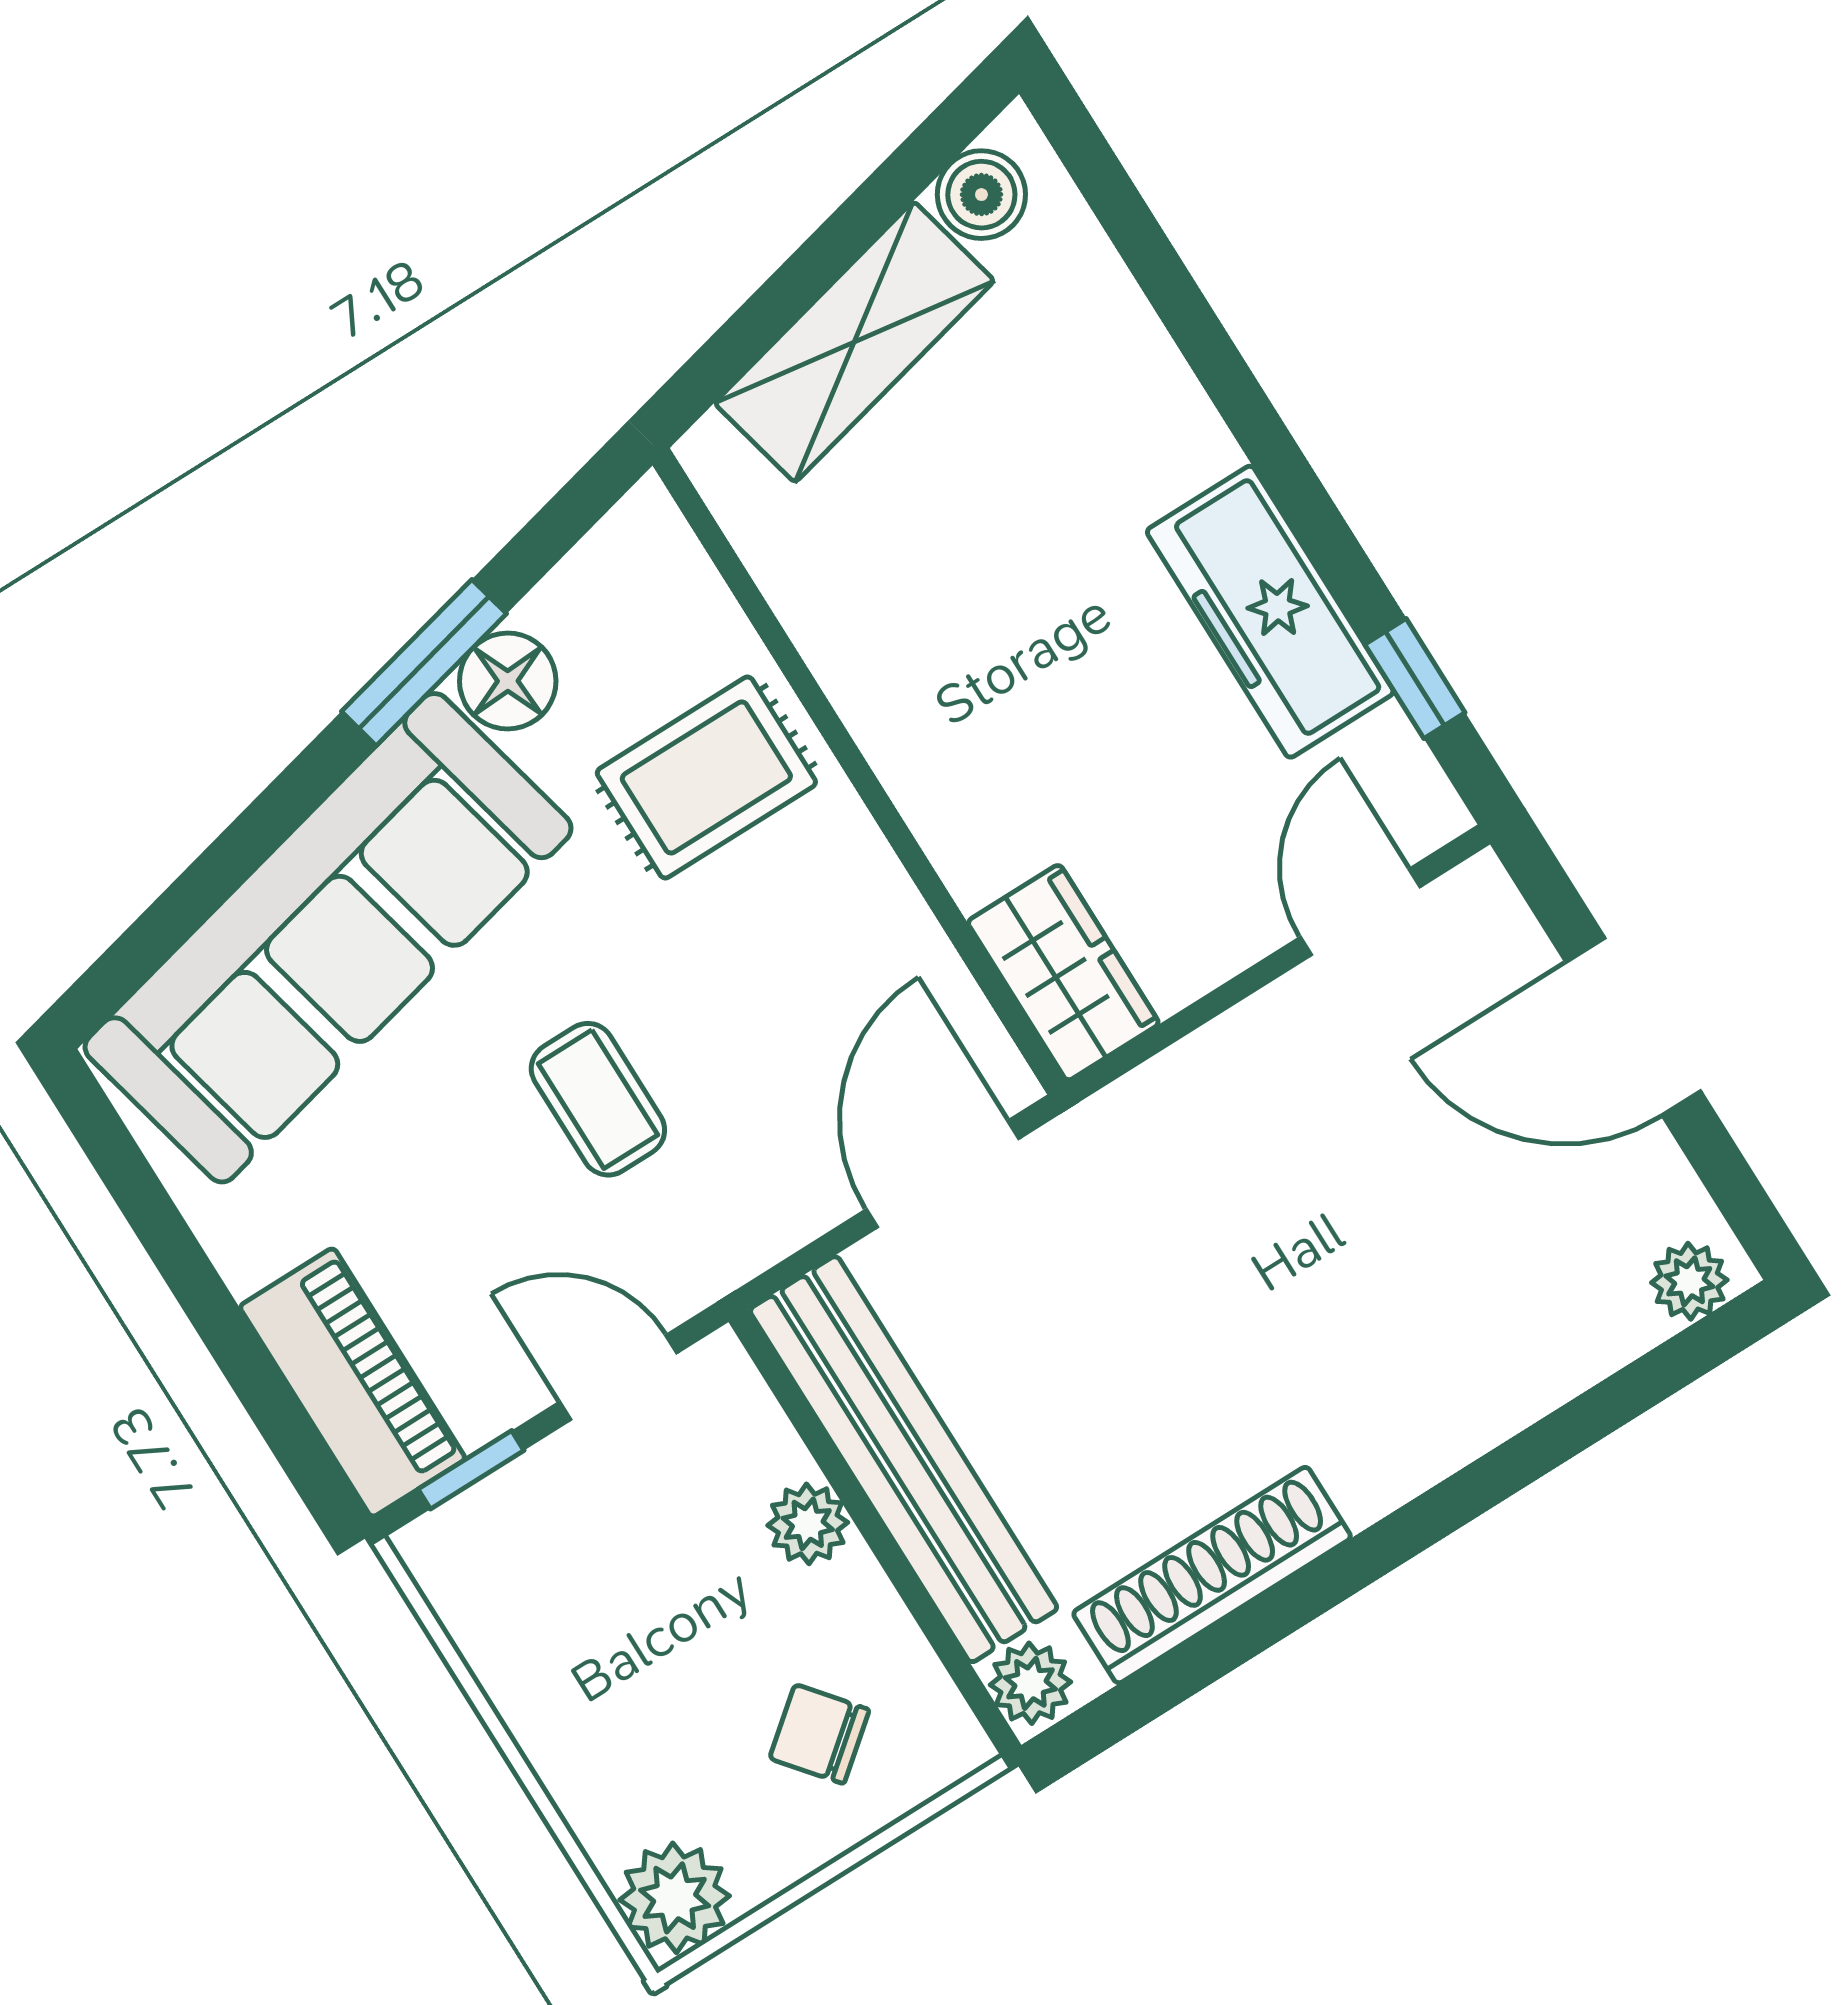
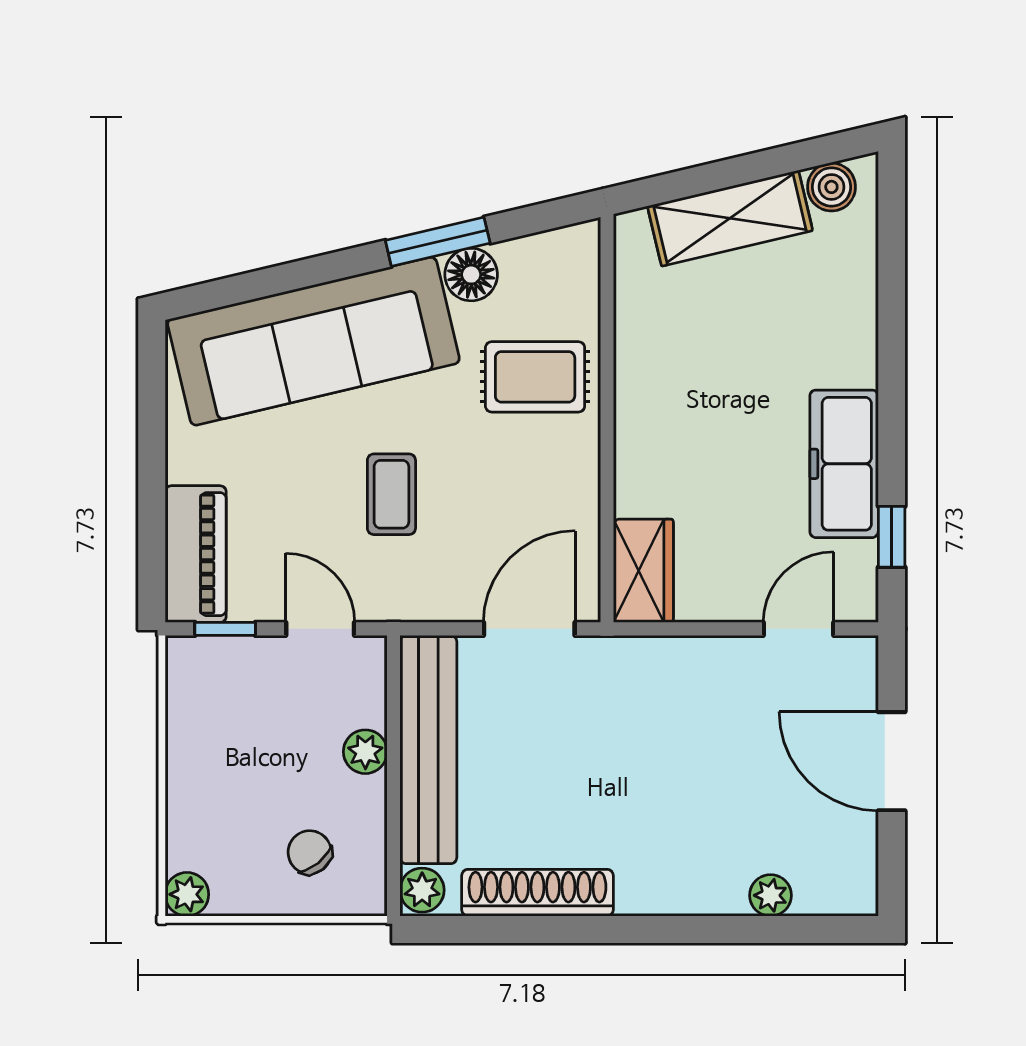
plant: (1689, 1281) -> (771, 895), moved
plant: (675, 1898) -> (187, 894), width x0.73, depth x0.73

